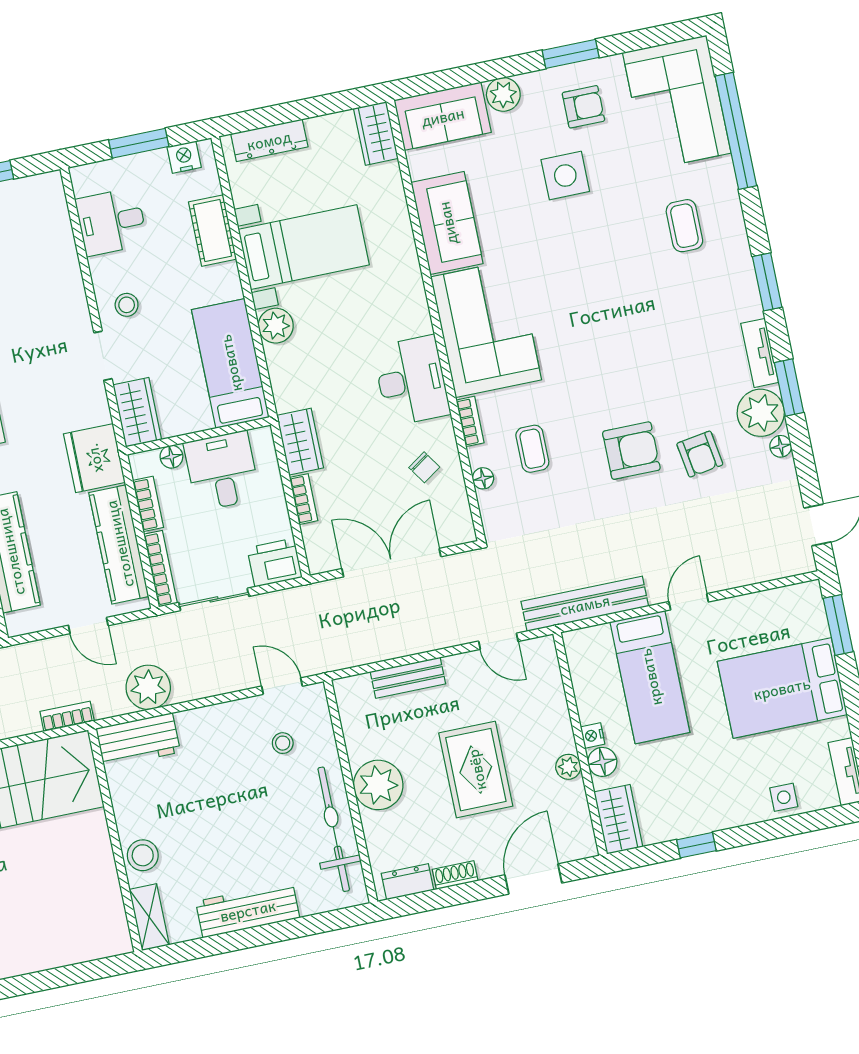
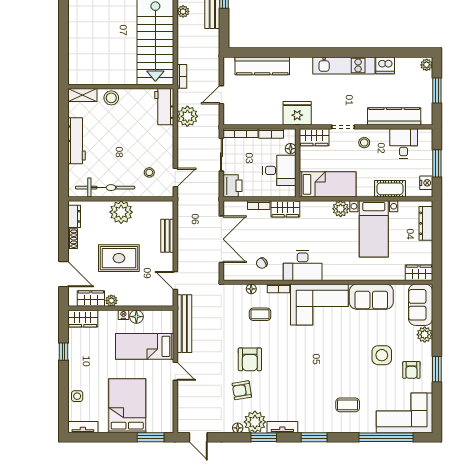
kitchen counter: (119, 544) -> (394, 116), moved
door: (498, 641) -> (175, 281), hinge flipped
floor lamp: (602, 762) -> (136, 317), moved
wardrobe: (573, 811) -> (91, 299), added

